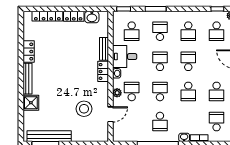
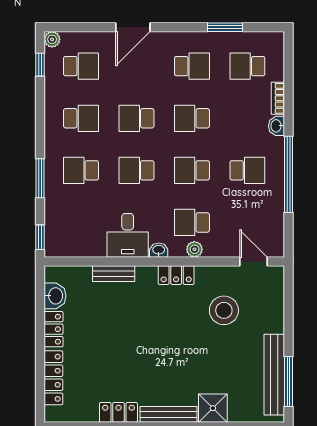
school desk: (132, 31) -> (81, 222), removed
locker: (103, 71) -> (176, 275), moved
school desk: (188, 91) -> (192, 118), turned 180
door: (111, 114) -> (254, 261), moved

